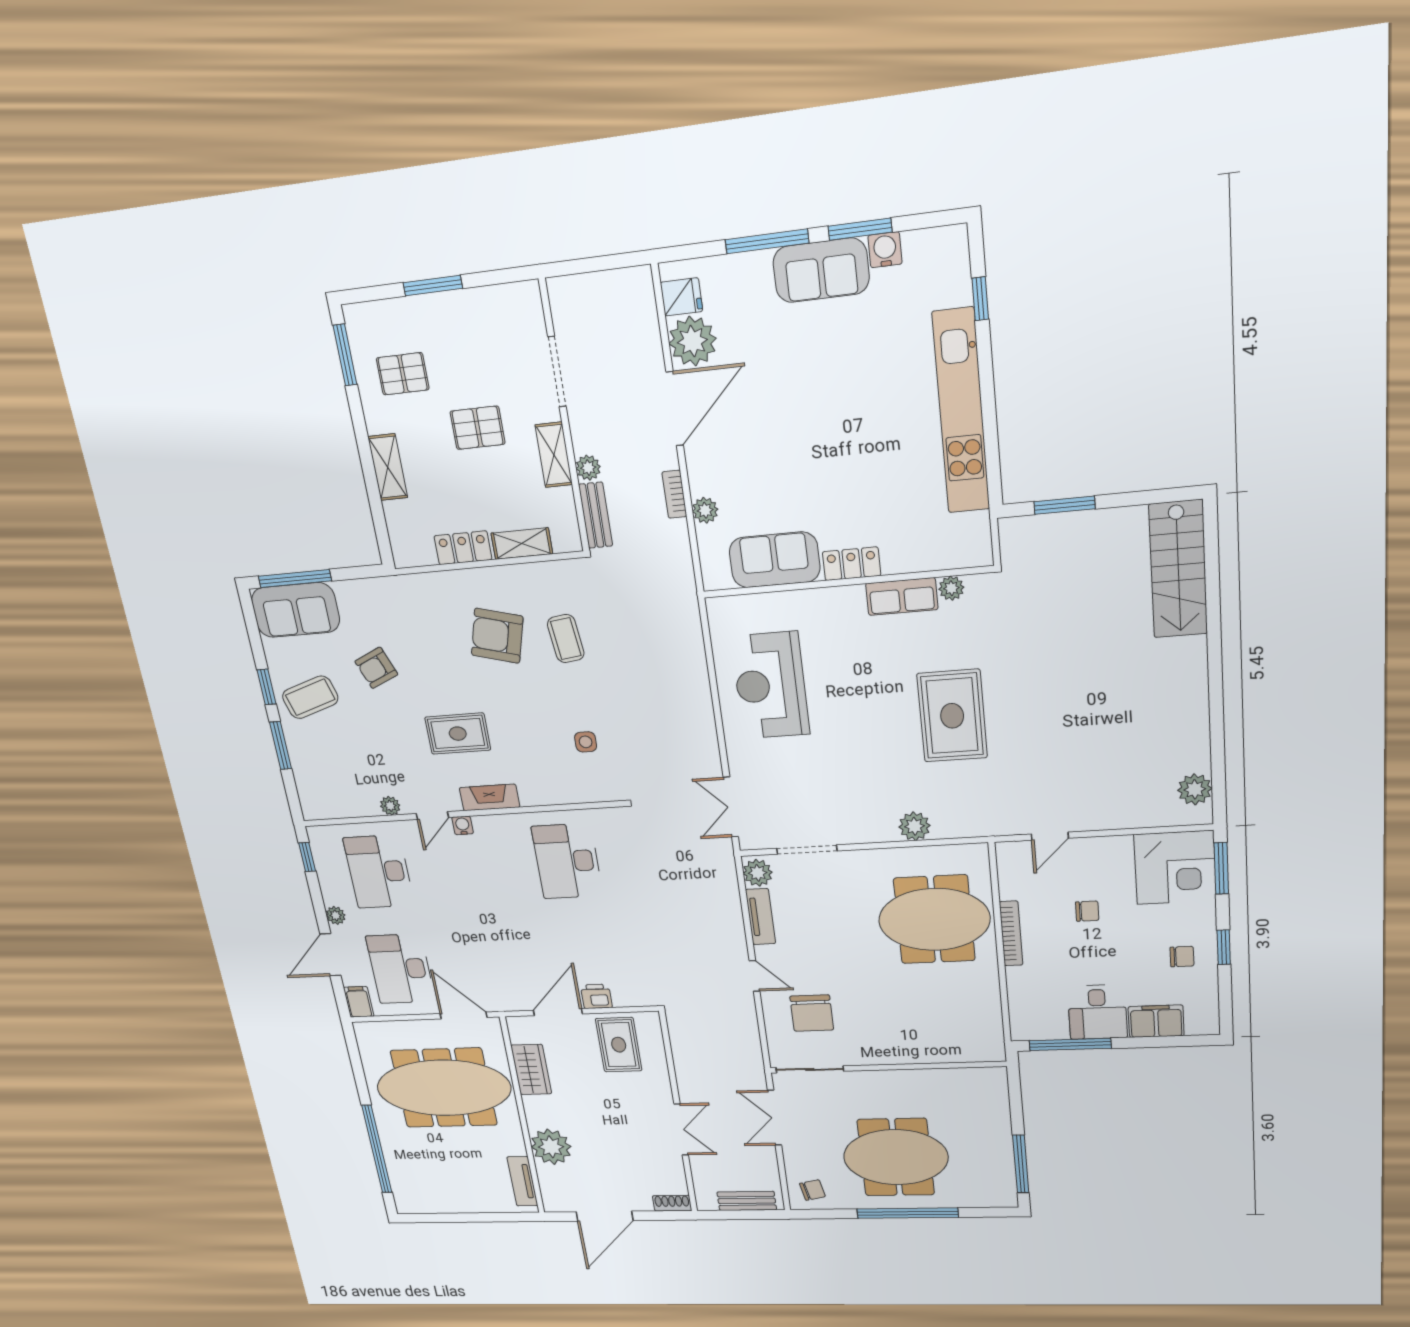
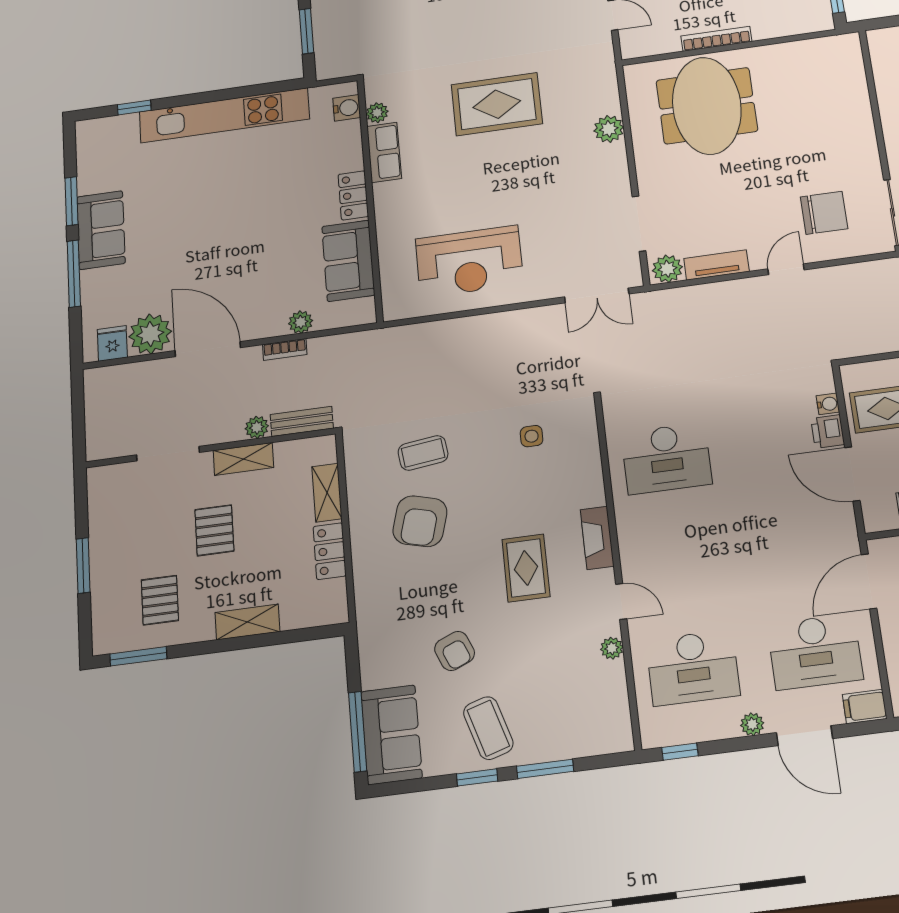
water cooler: (885, 250) -> (347, 108), moved, turned 180
water cooler: (463, 825) -> (828, 404), moved, turned 180

